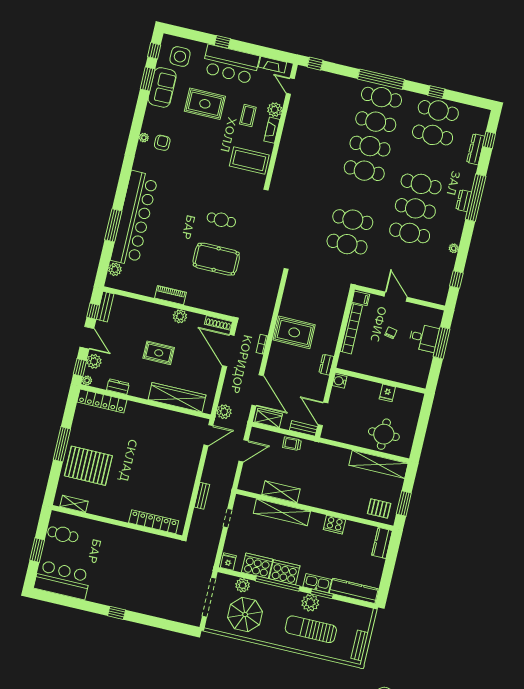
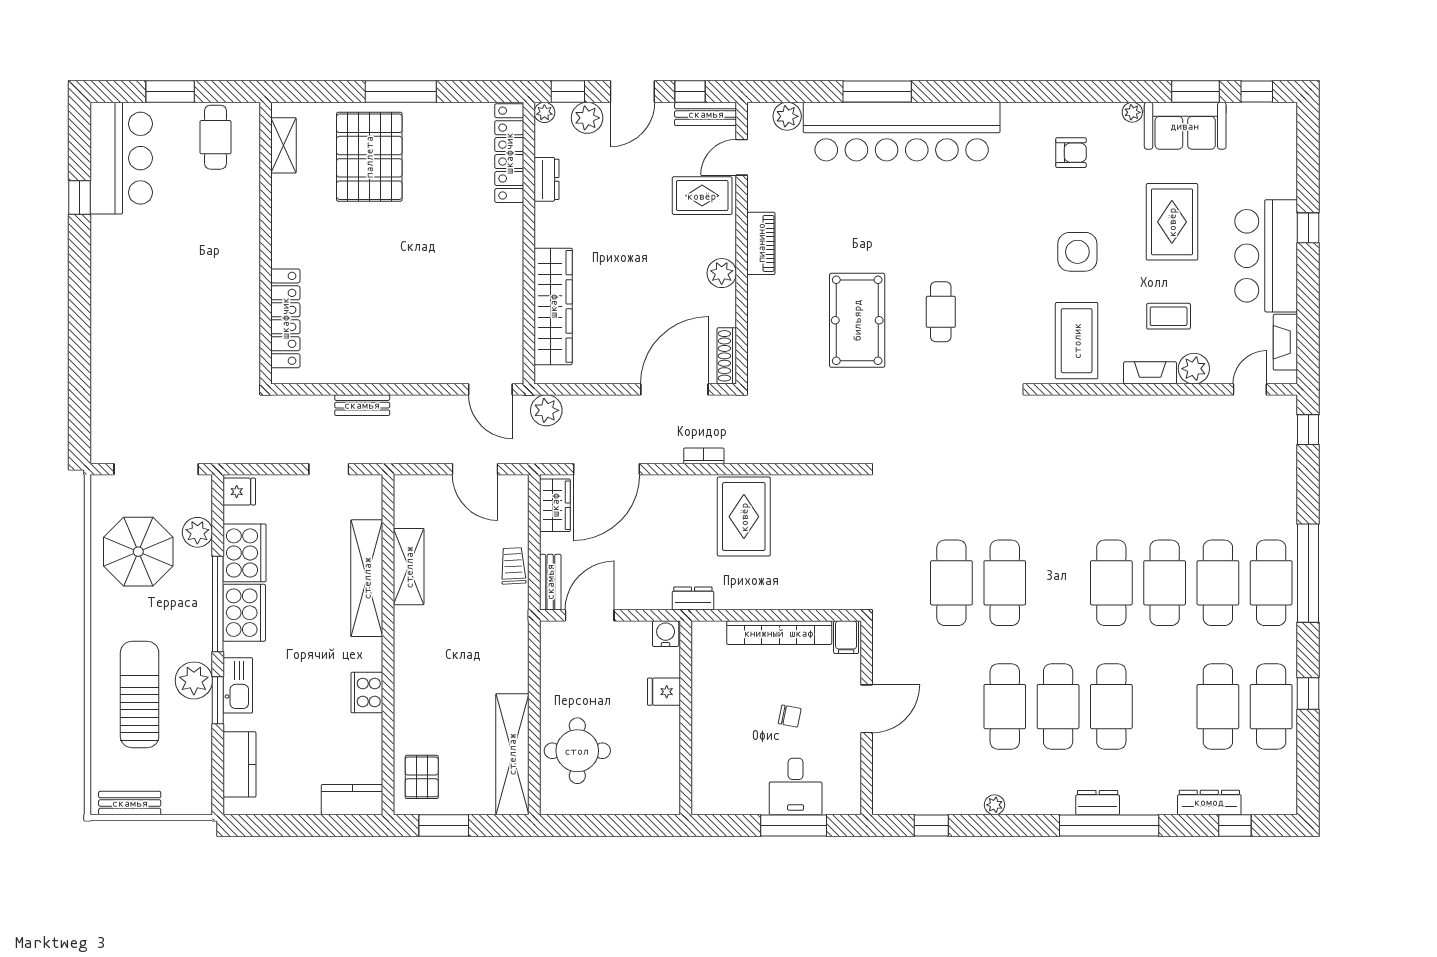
side table: (180, 57) -> (1077, 252), moved
plant: (144, 138) -> (1132, 112), moved
door: (129, 295) -> (742, 157), added
rug: (159, 353) -> (702, 196), moved, turned 90
fridge: (387, 393) -> (664, 692), moved
kitchen counter: (354, 591) -> (240, 764), width x0.67
window: (117, 613) -> (80, 197), moved

